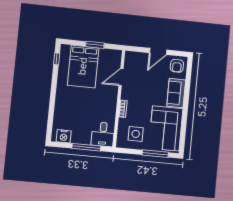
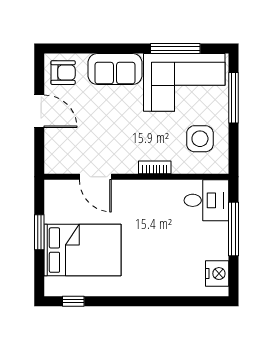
window: (184, 125) -> (175, 49), added

